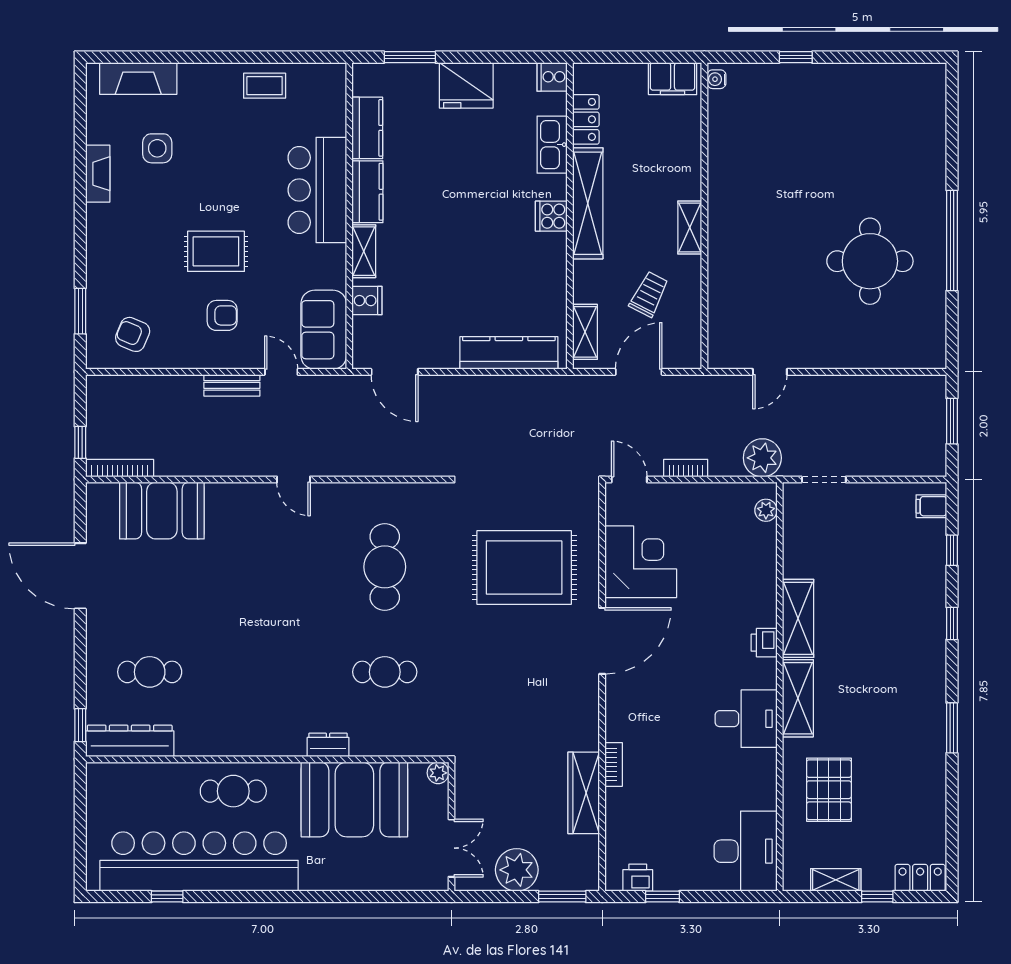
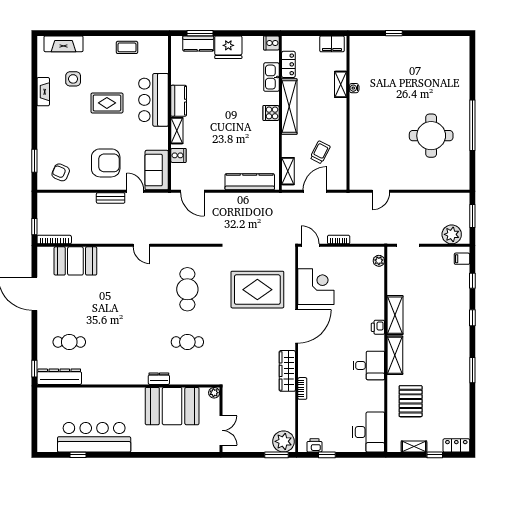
water cooler: (716, 79) -> (354, 88), moved
kitchen counter: (367, 128) -> (198, 44), moved, turned 90
shelving: (690, 227) -> (341, 84), moved
rug: (216, 251) -> (107, 103), moved
armchair: (222, 315) -> (106, 163), width x1.88, depth x1.88
plant: (762, 458) -> (452, 234), moved
cafe table: (233, 791) -> (111, 402), removed
wardrobe: (584, 793) -> (287, 371), moved
bar counter: (199, 862) -> (94, 437), width x0.73
plant: (517, 870) -> (283, 441), moved

